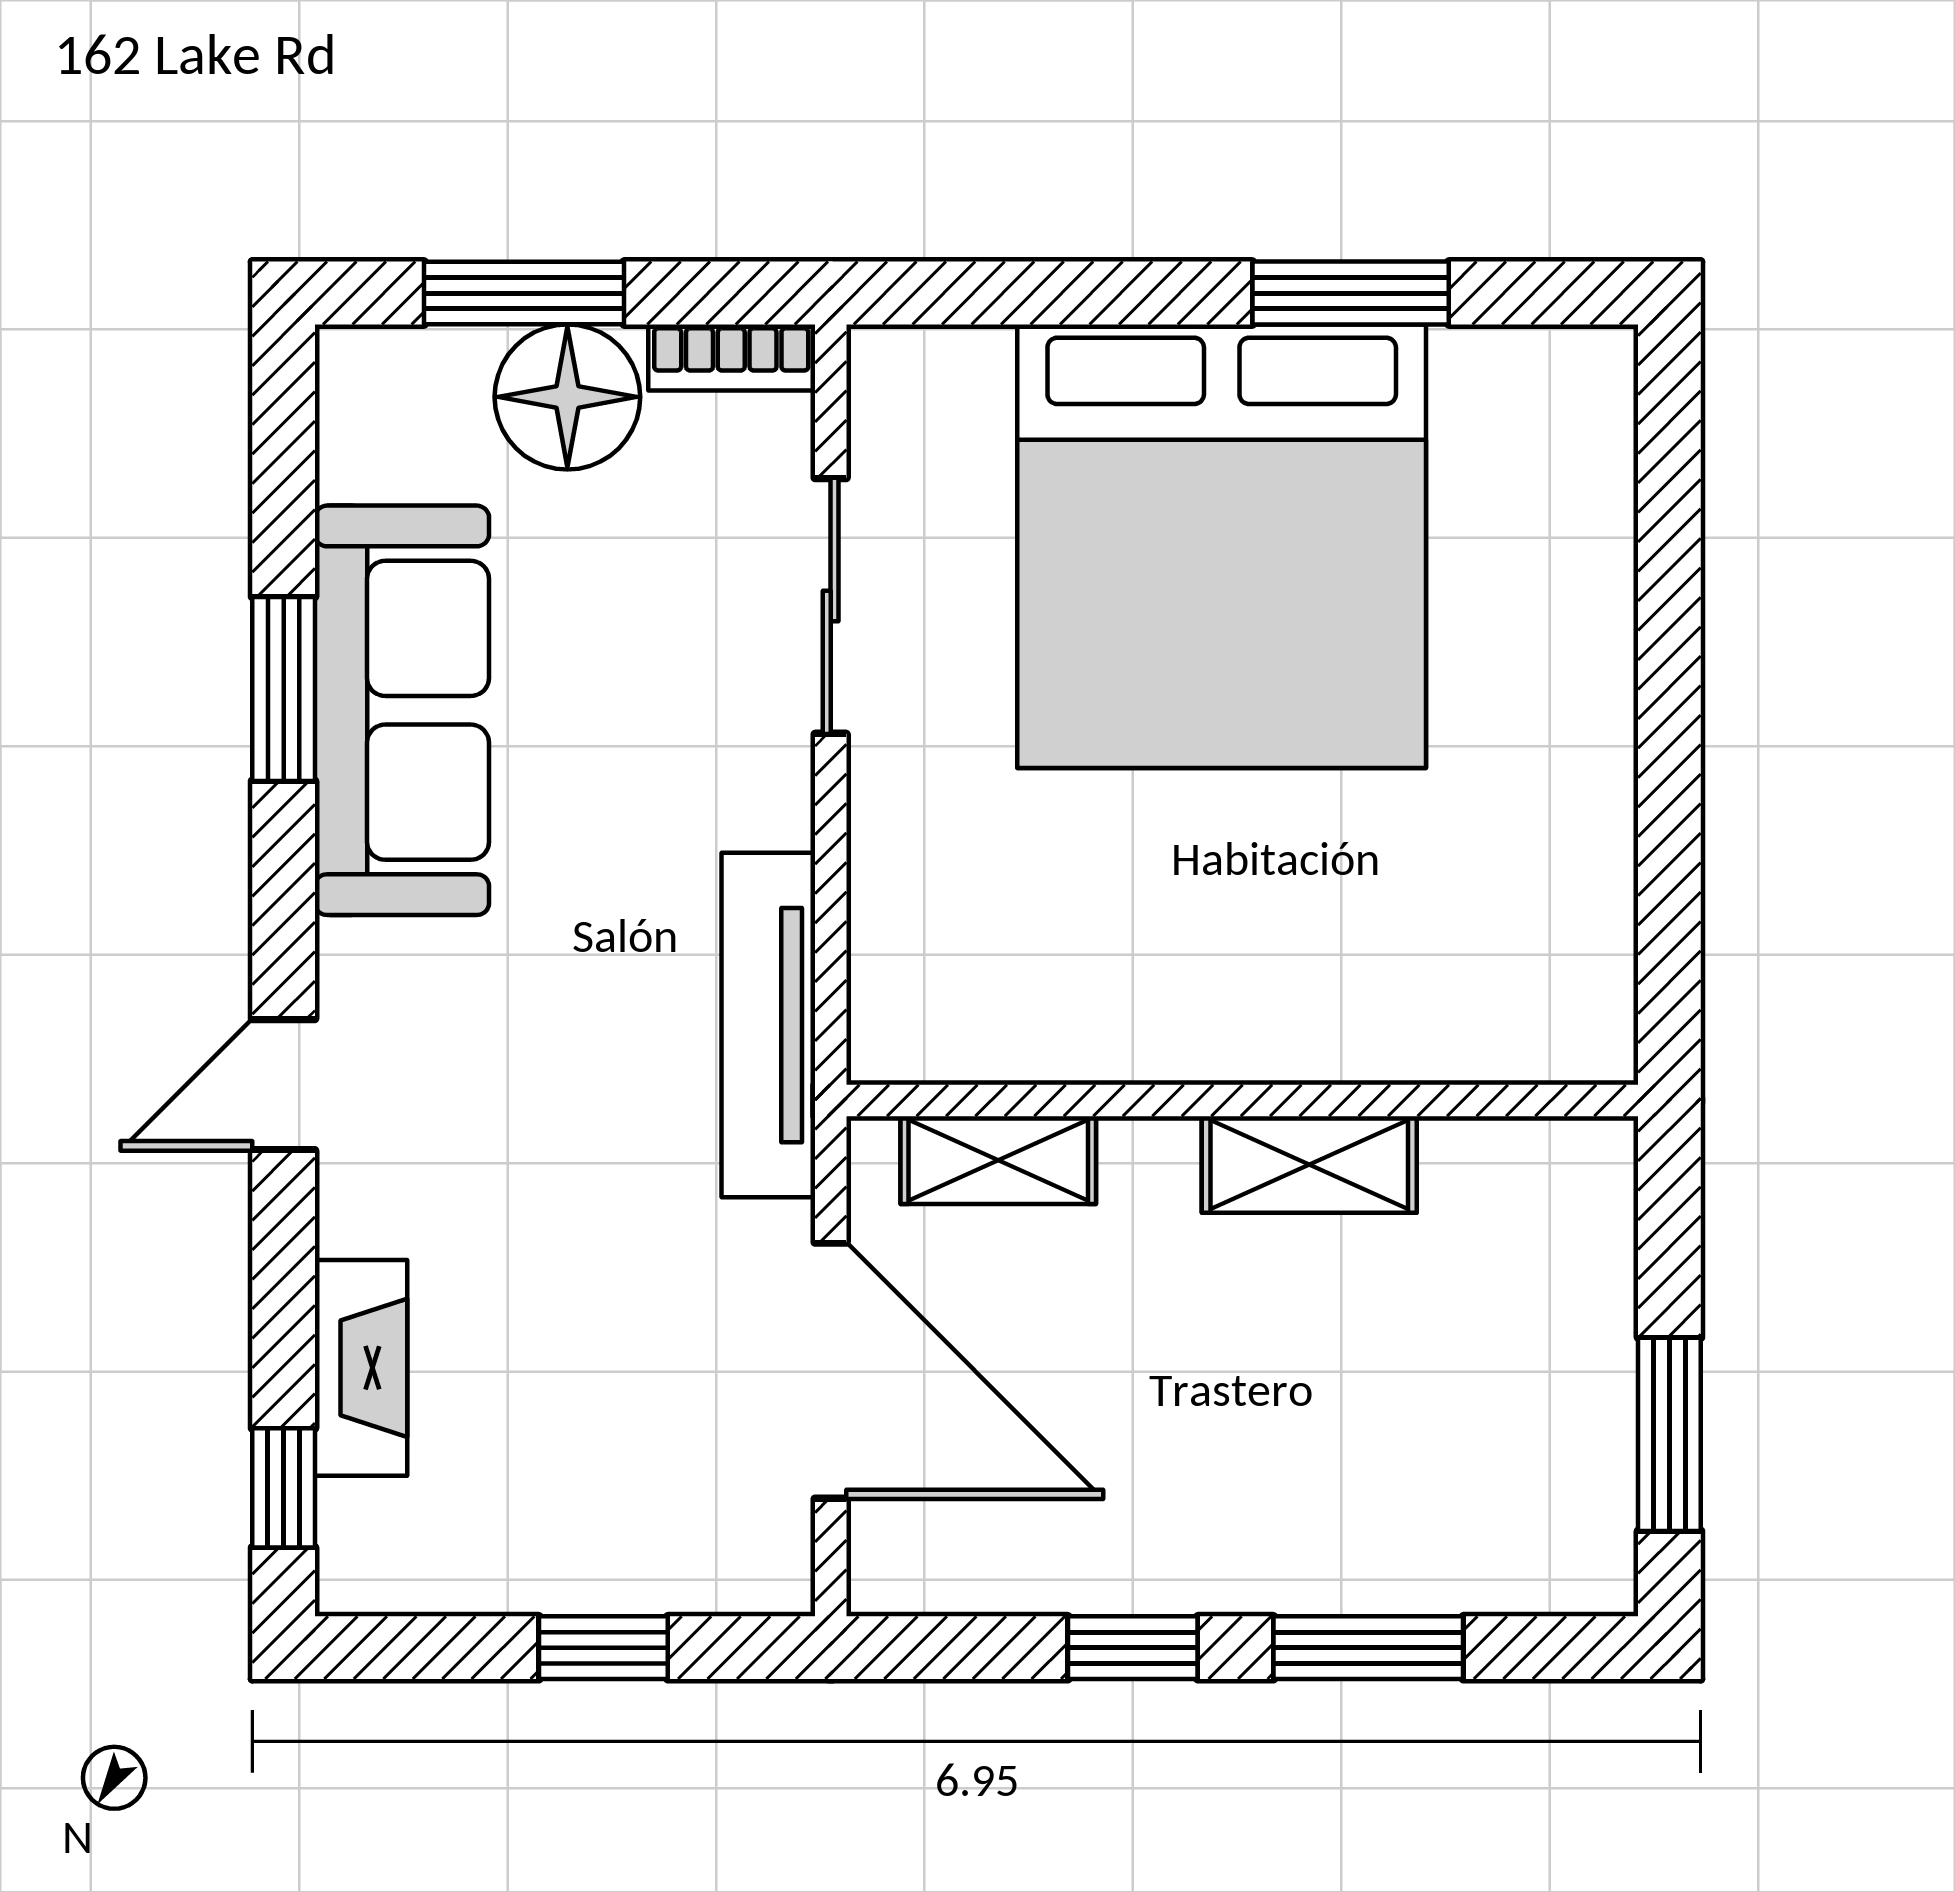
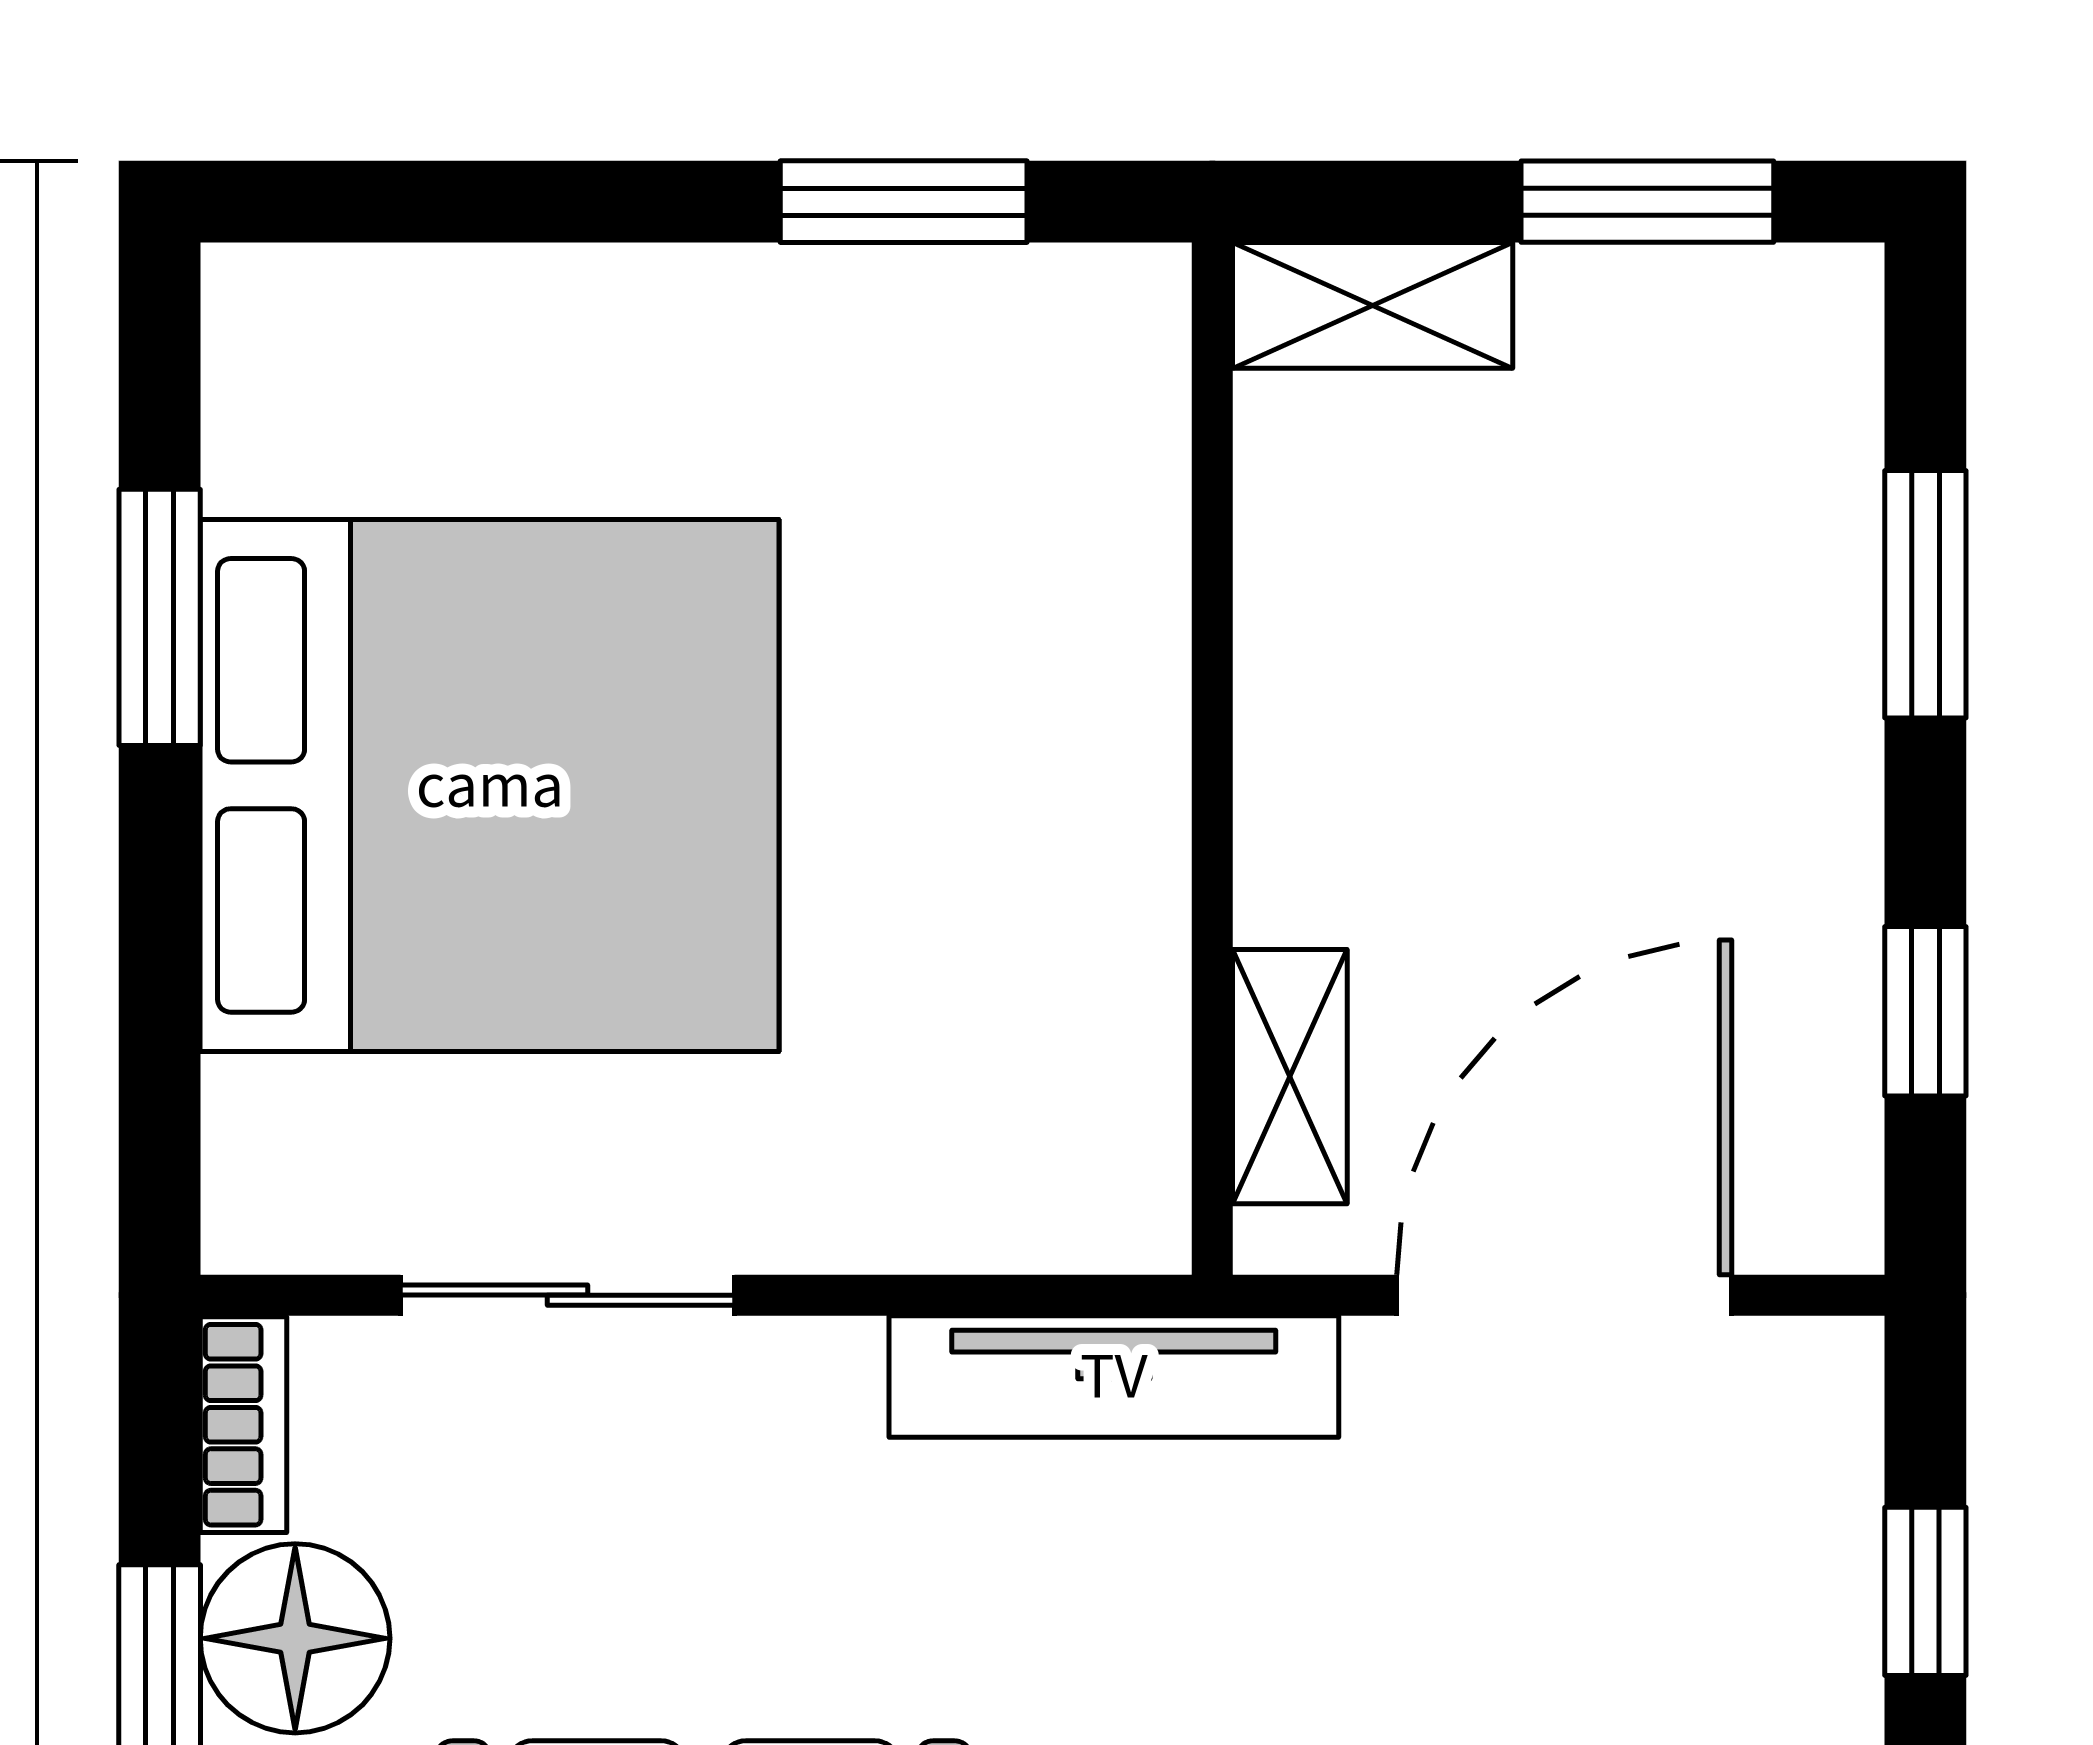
window: (1669, 864) -> (904, 202), added
shelving: (1309, 1165) -> (1373, 305), moved, turned 90
window: (1133, 1648) -> (1925, 1011), moved

